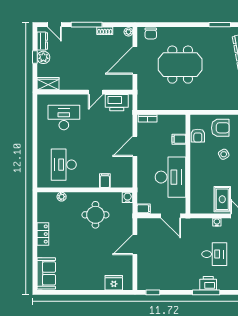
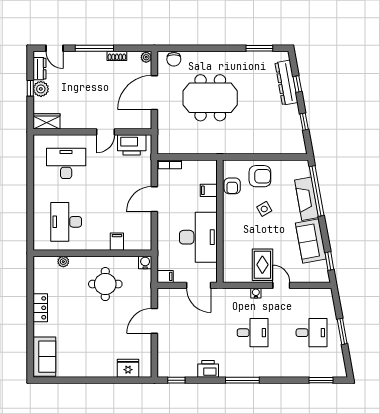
printer: (208, 283) -> (208, 369), moved

